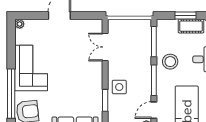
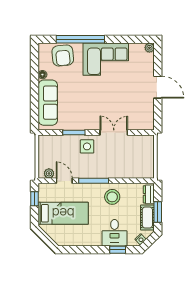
dresser: (168, 25) -> (149, 194), added
window: (154, 42) -> (132, 181), removed
double door: (105, 47) -> (114, 132), moved

